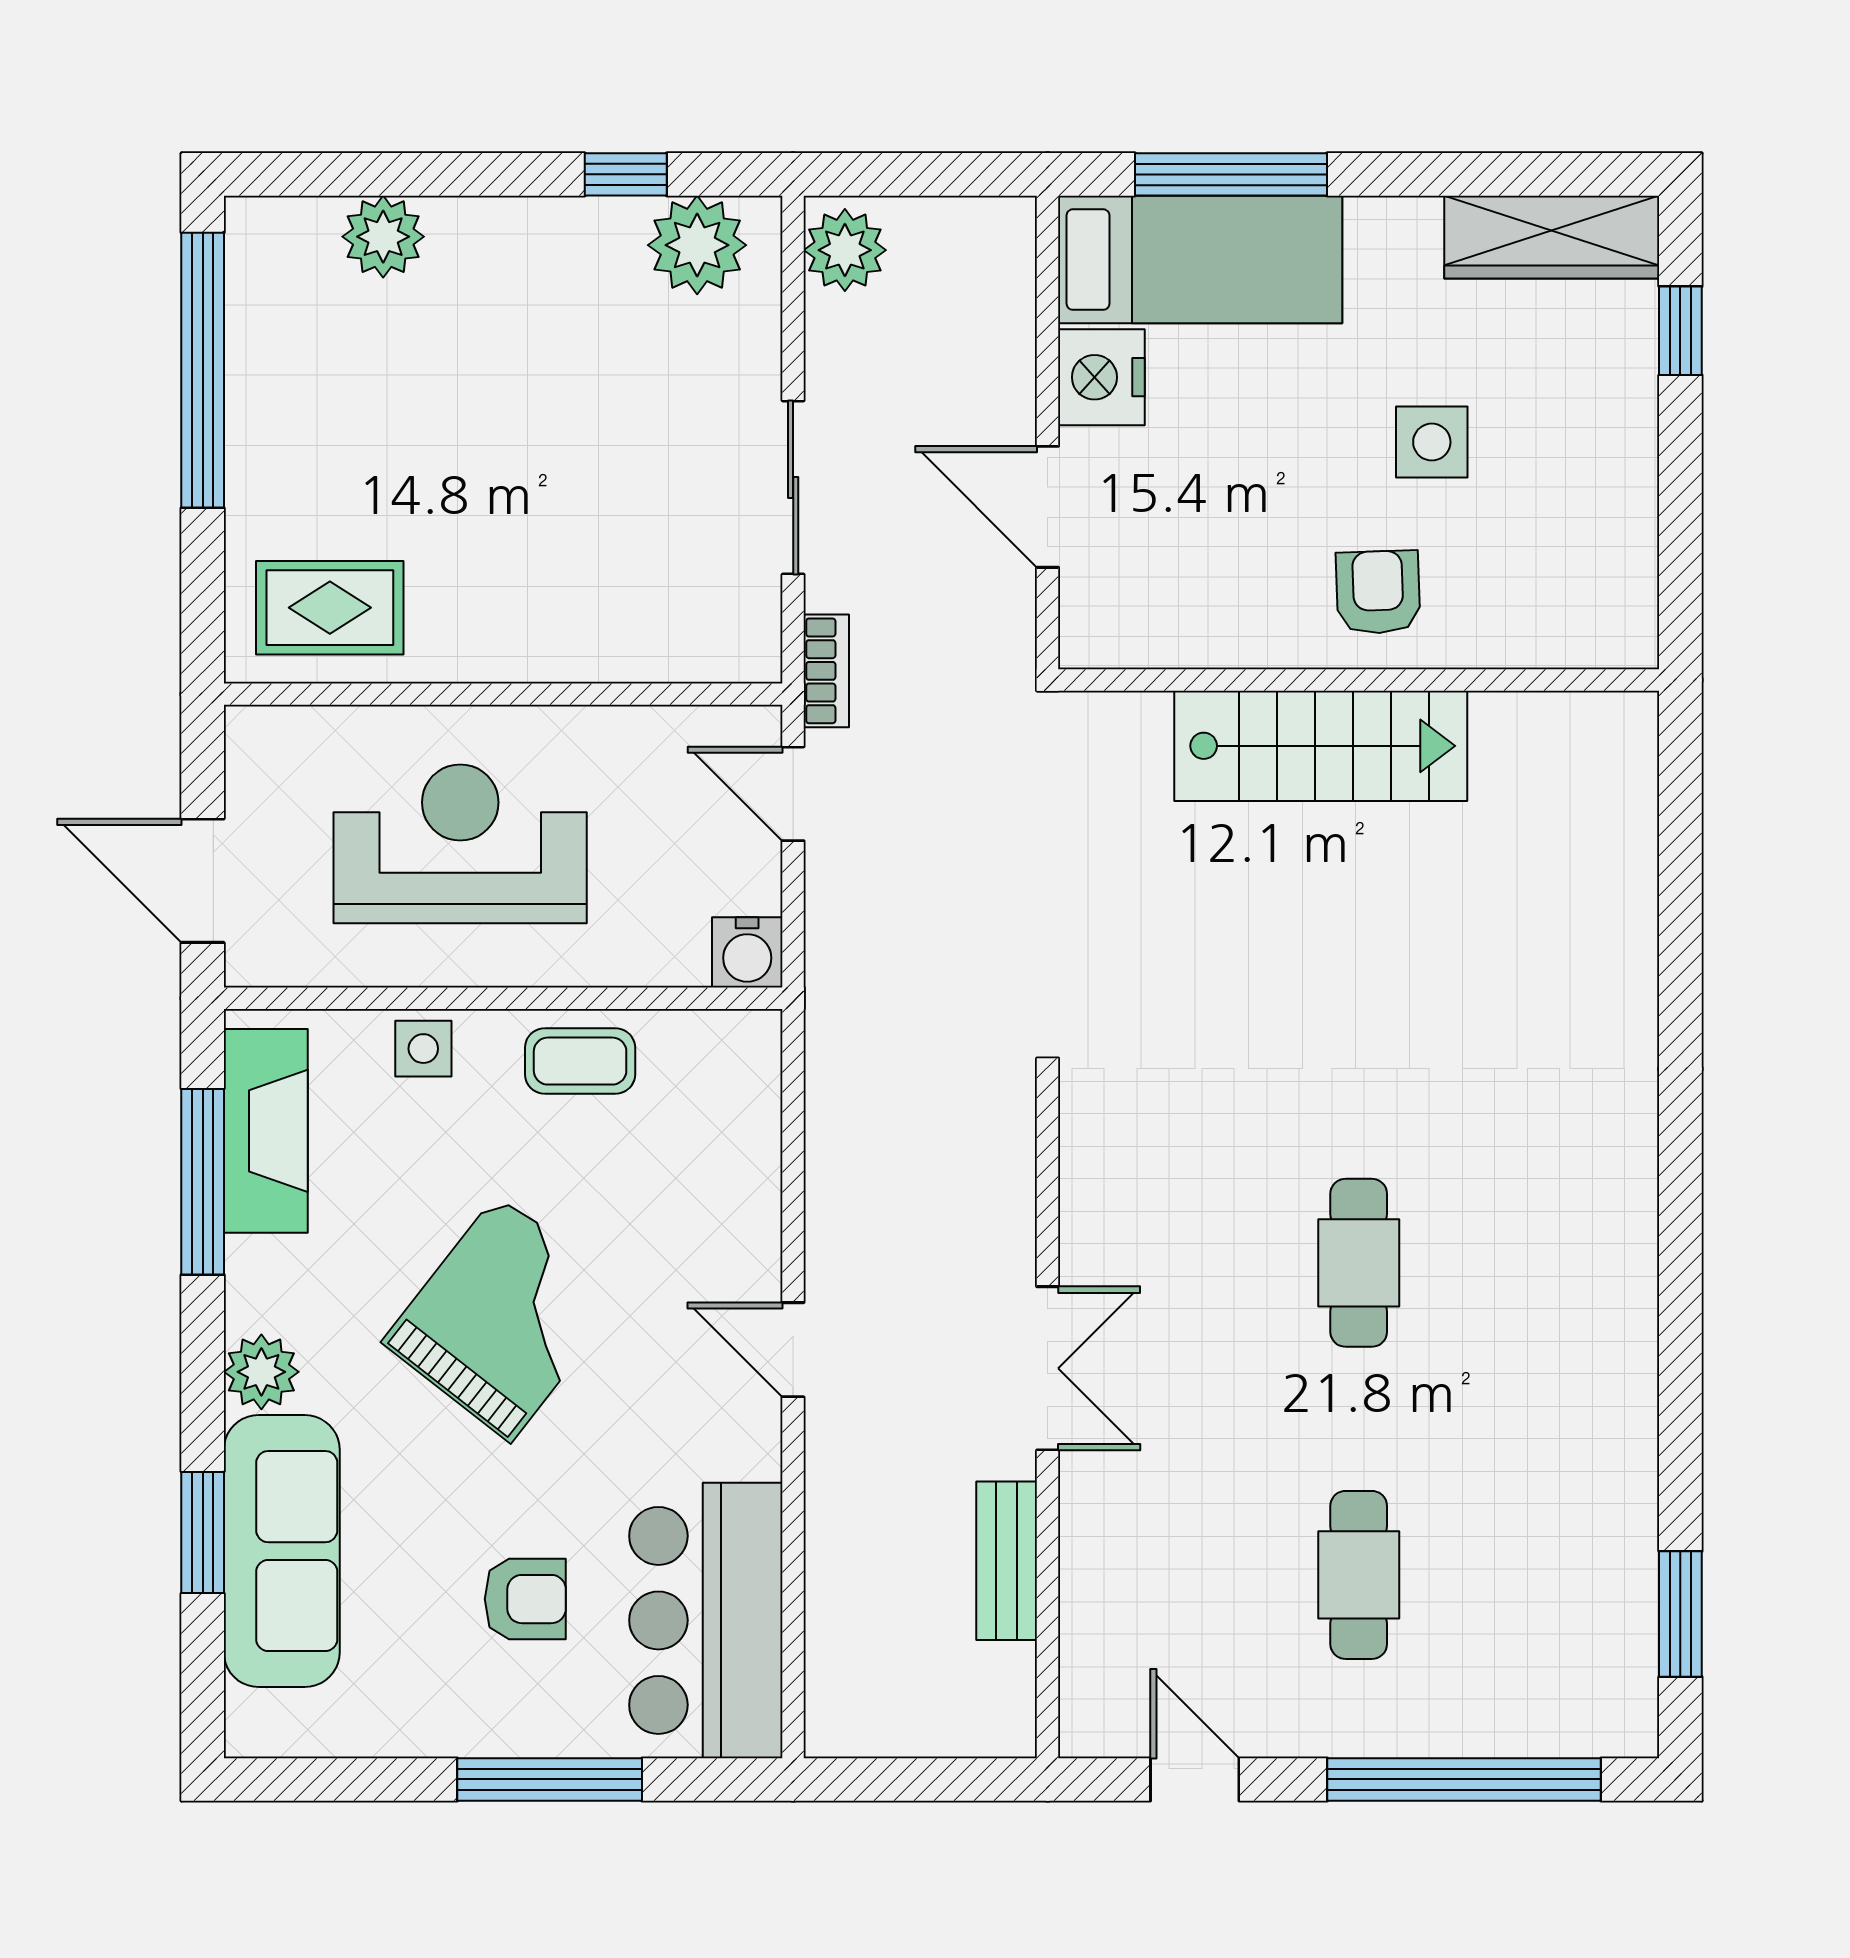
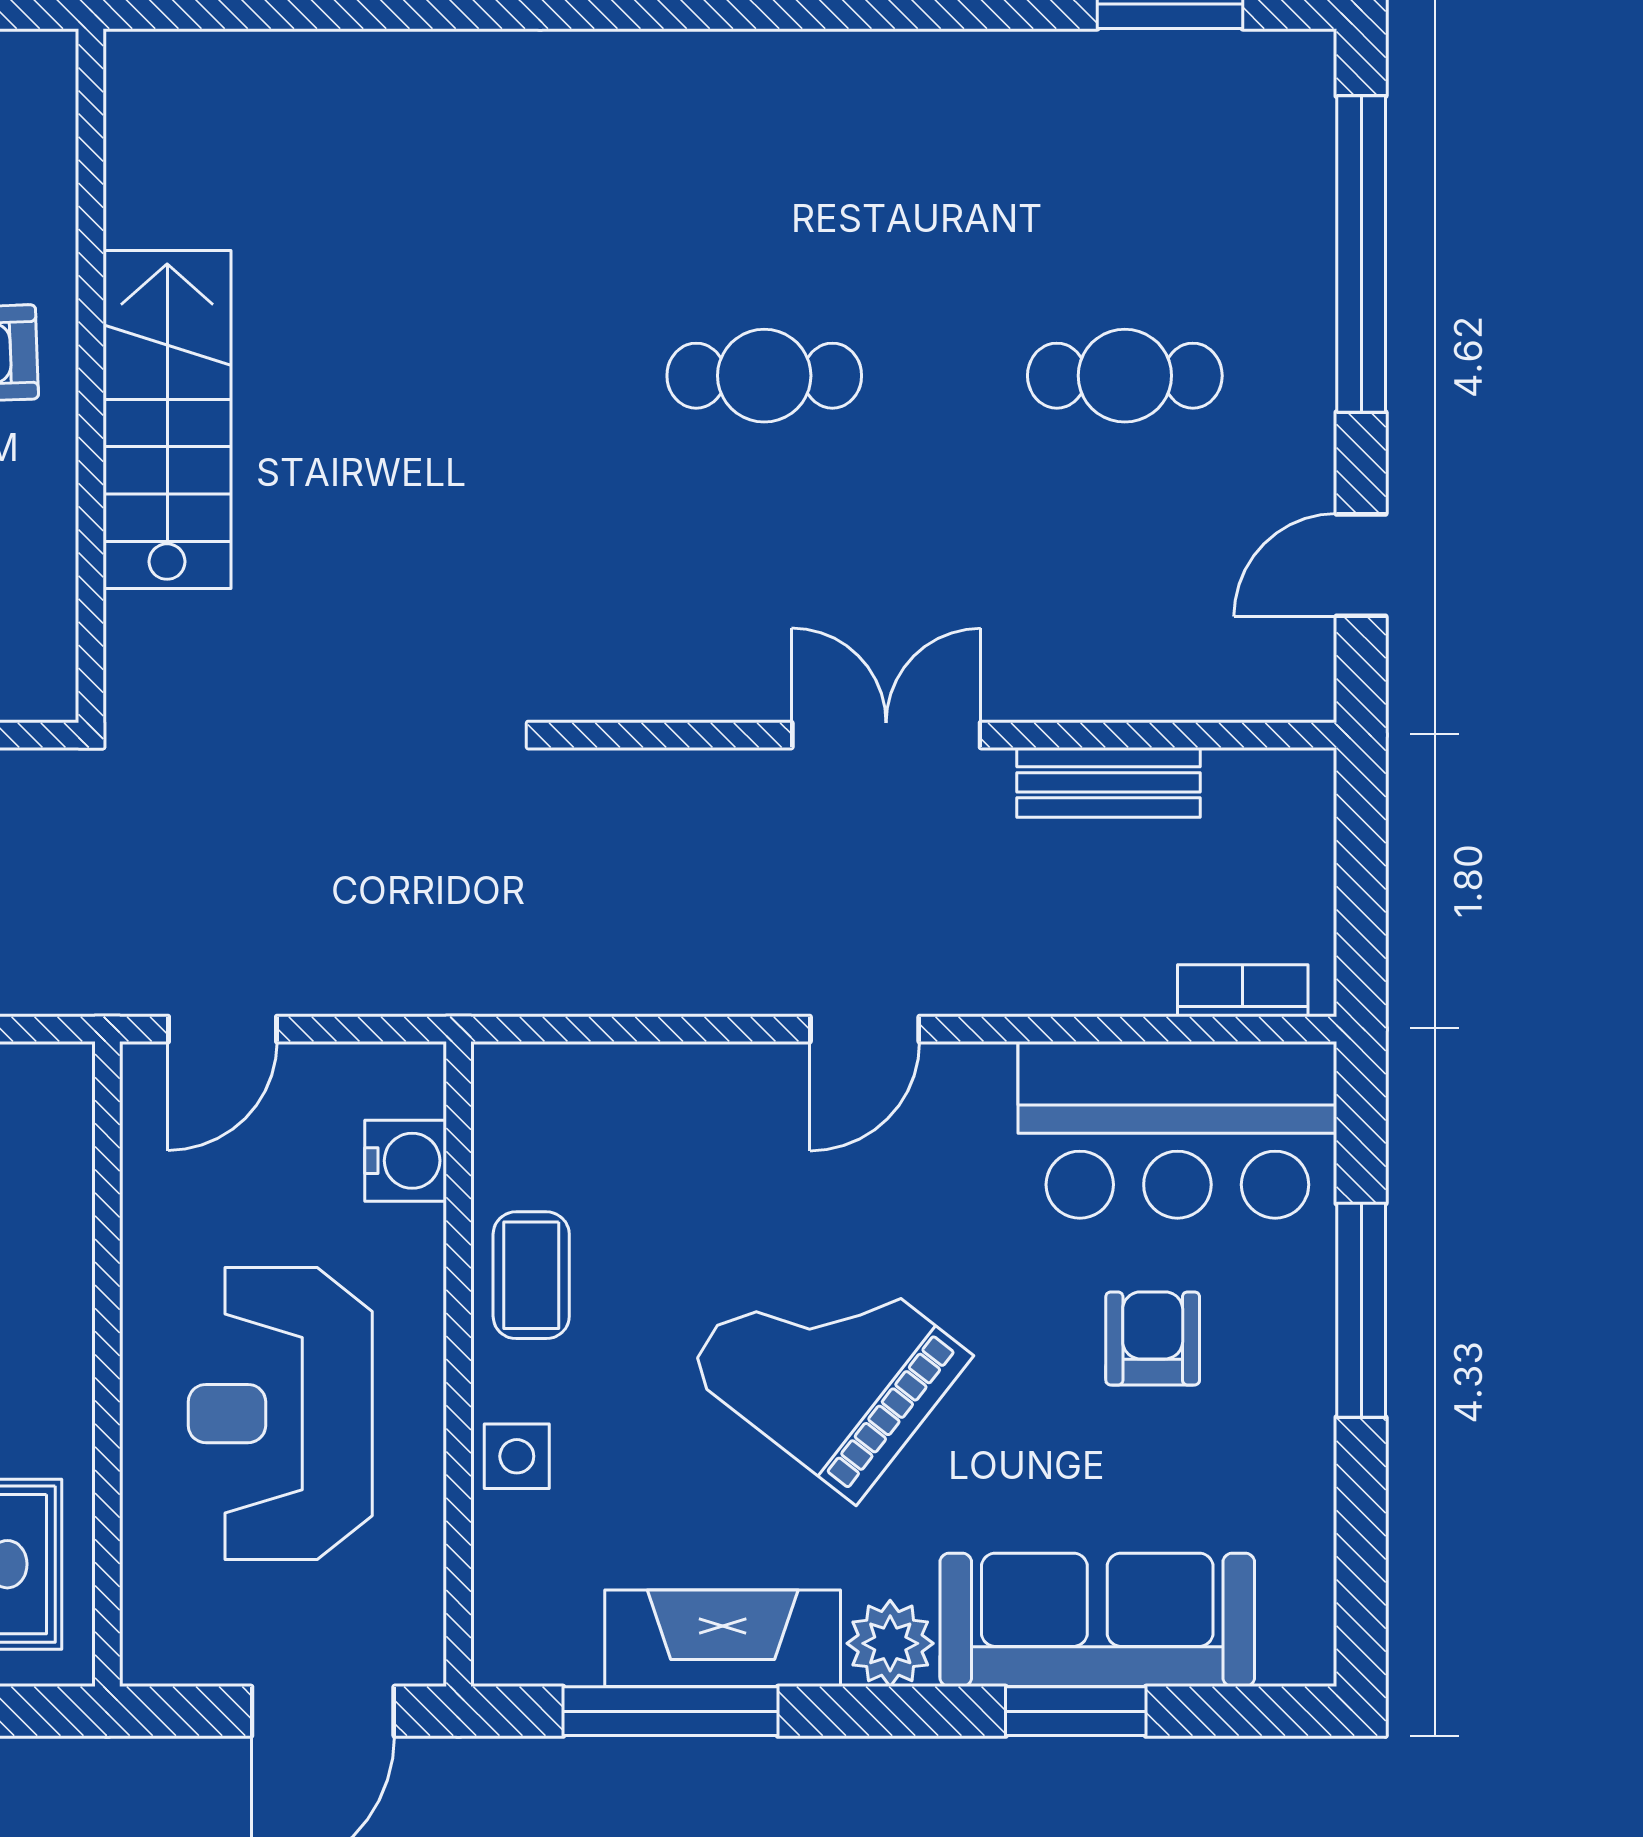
bookcase: (826, 671) -> (1243, 991), moved
water cooler: (747, 952) -> (406, 1161), moved
fireplace: (266, 1131) -> (723, 1638), moved

